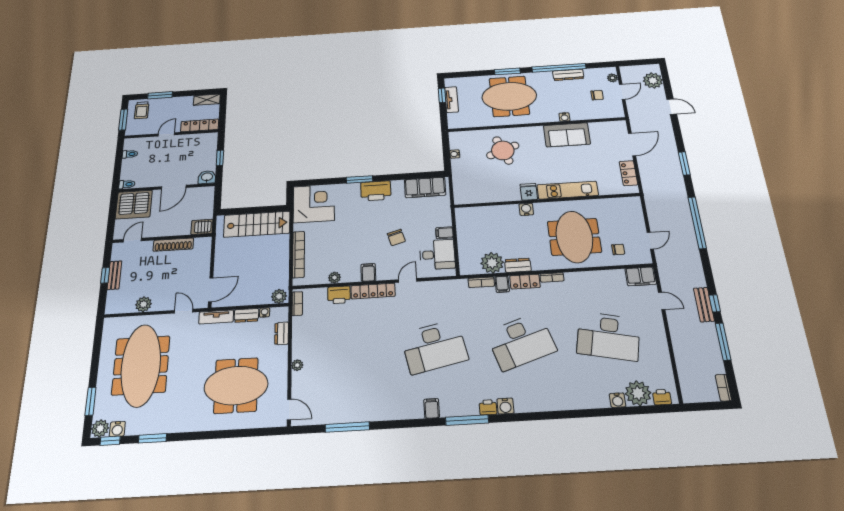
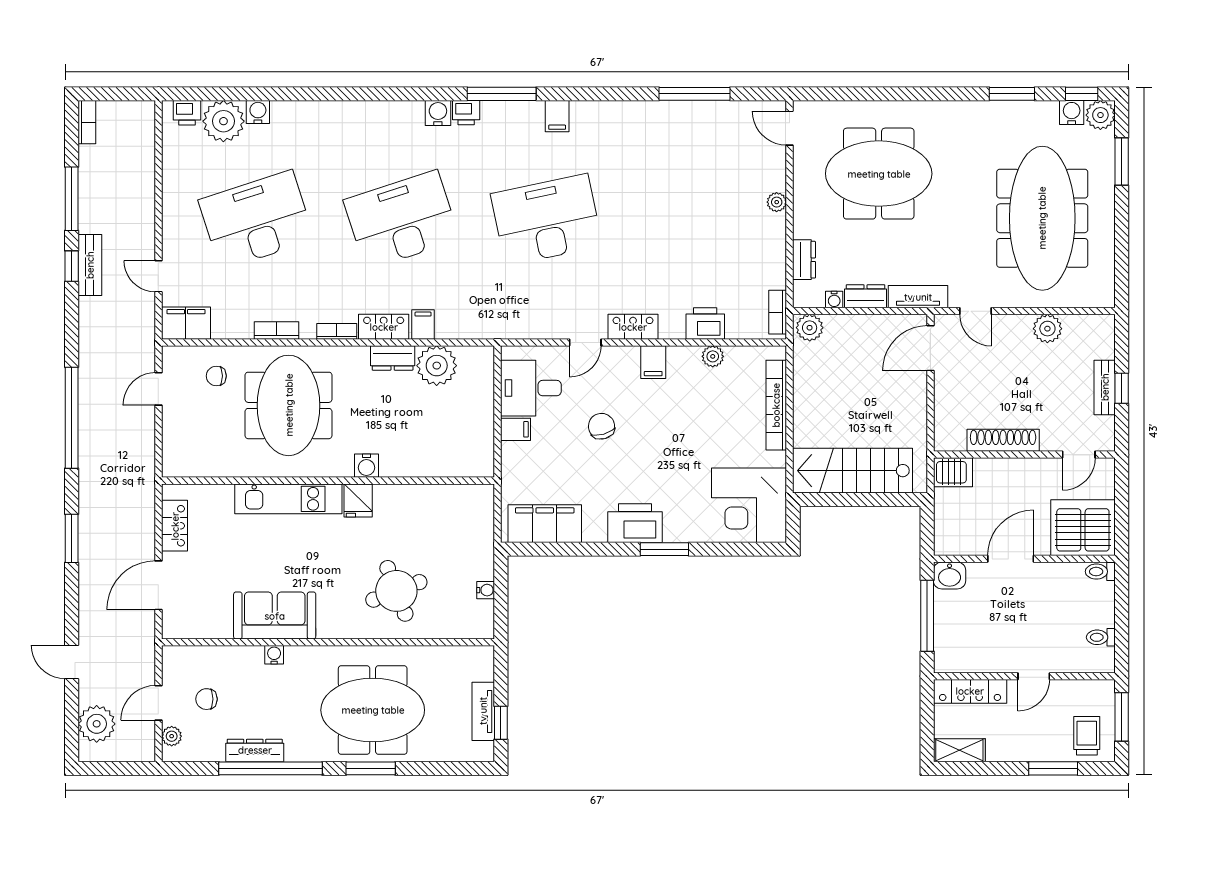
window: (220, 158) -> (927, 616), width x2.17
bookcase: (481, 282) -> (276, 330), moved
locker: (373, 291) -> (633, 327), width x0.66
desk: (608, 336) -> (256, 220), turned -30

